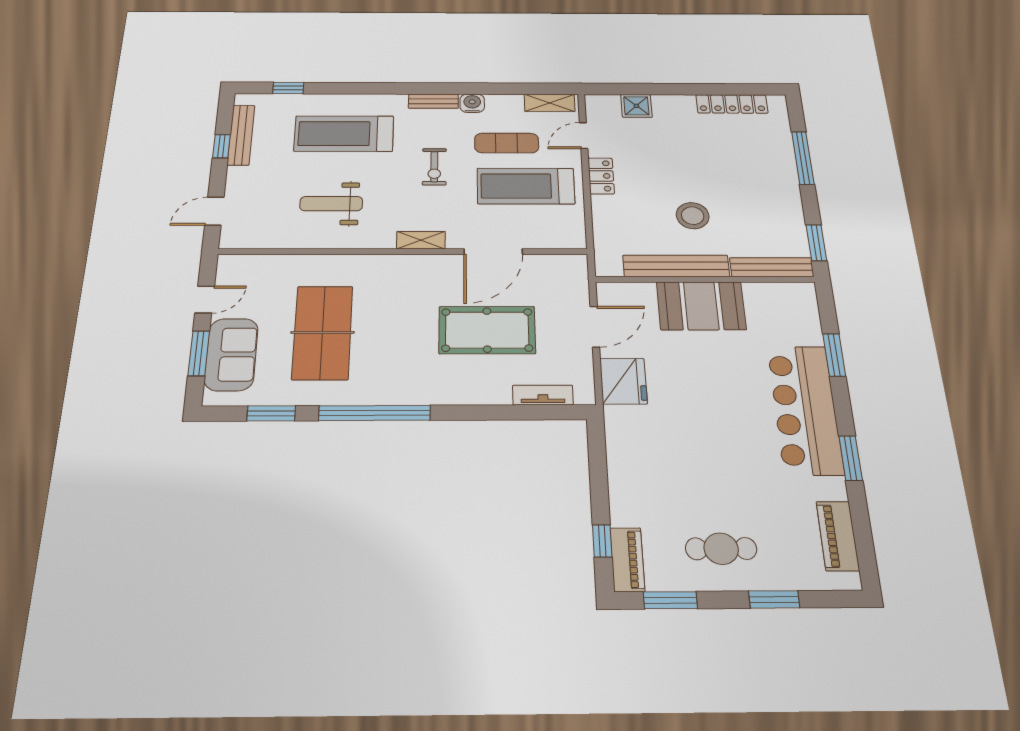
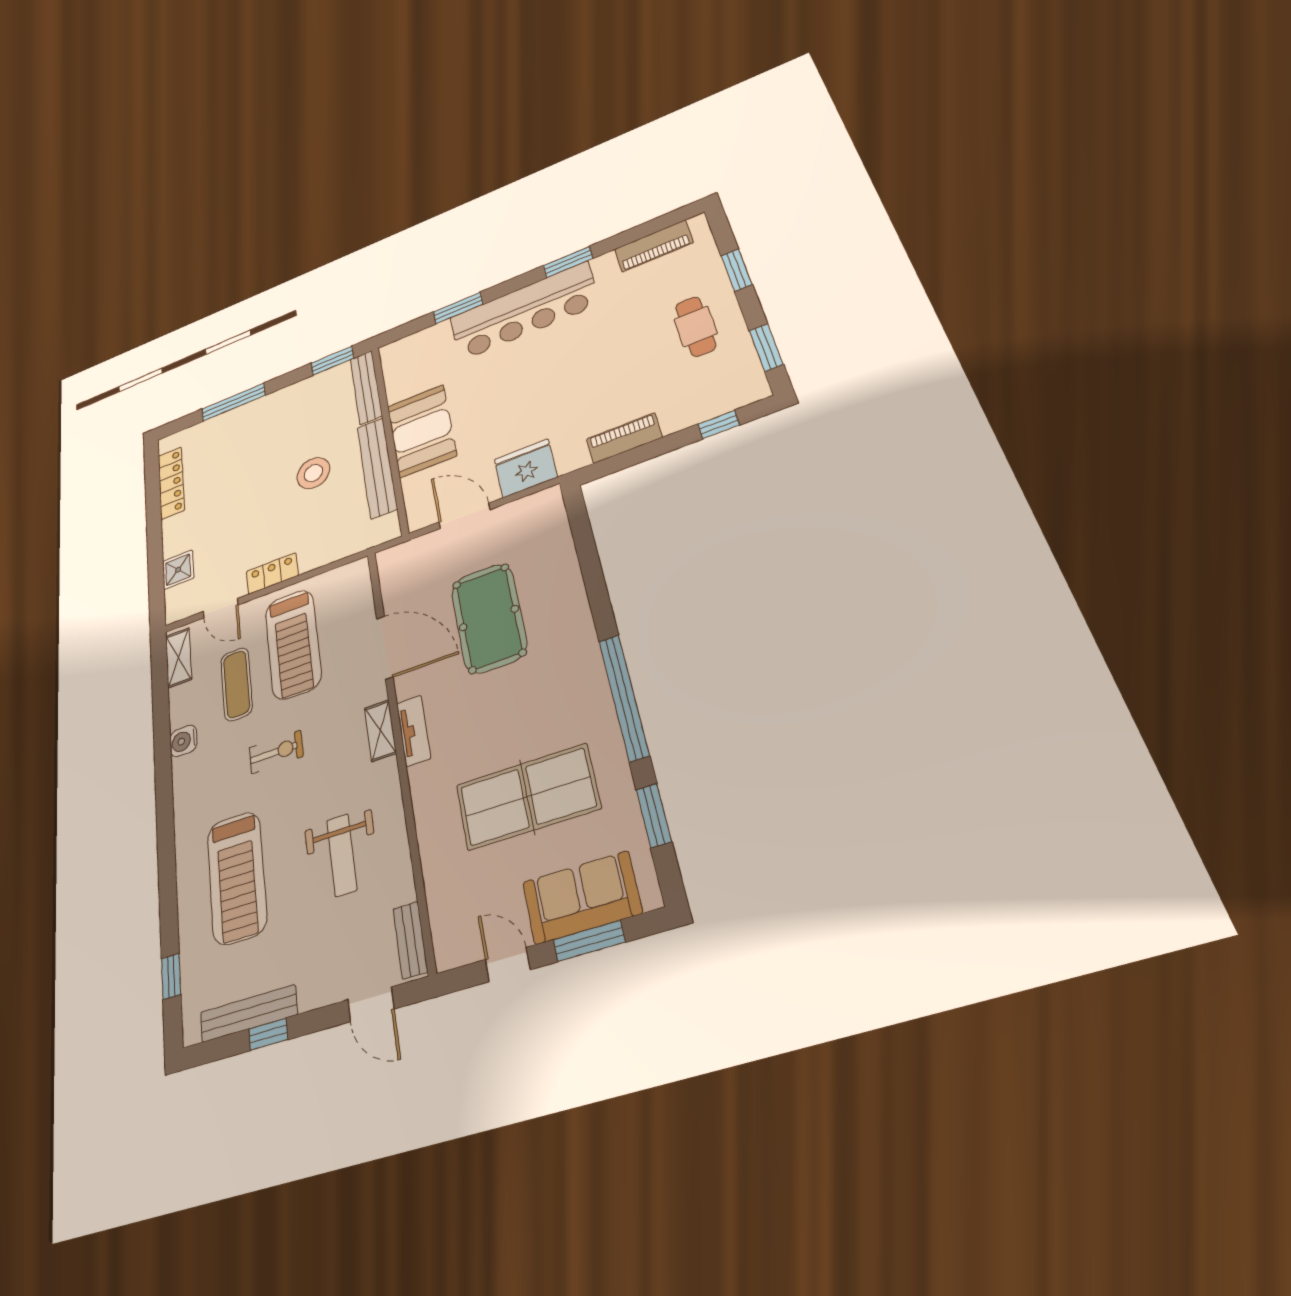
bench: (433, 101) -> (410, 940), moved
tv unit: (543, 395) -> (414, 731), moved, turned 180
piano: (627, 560) -> (624, 438), moved

